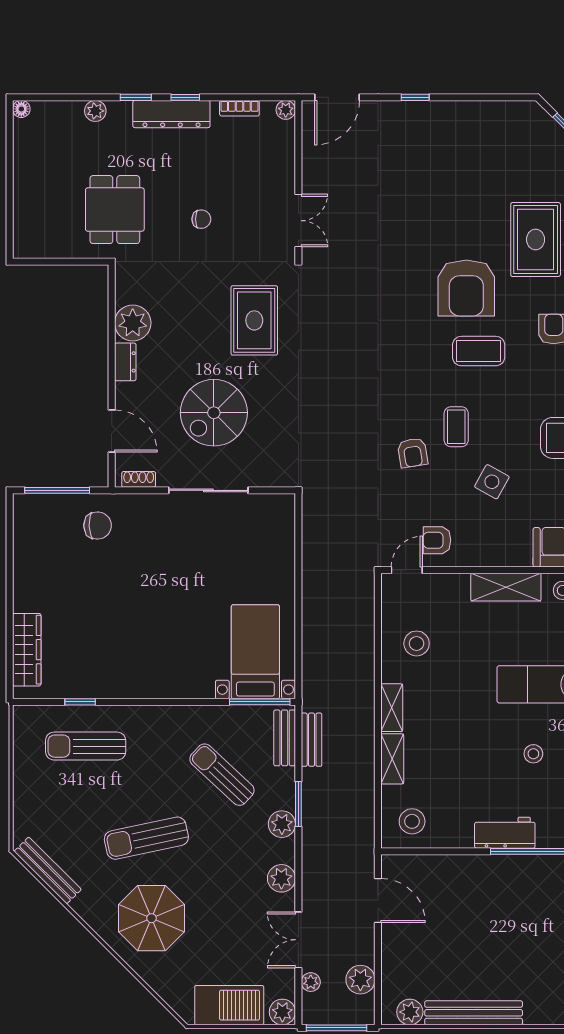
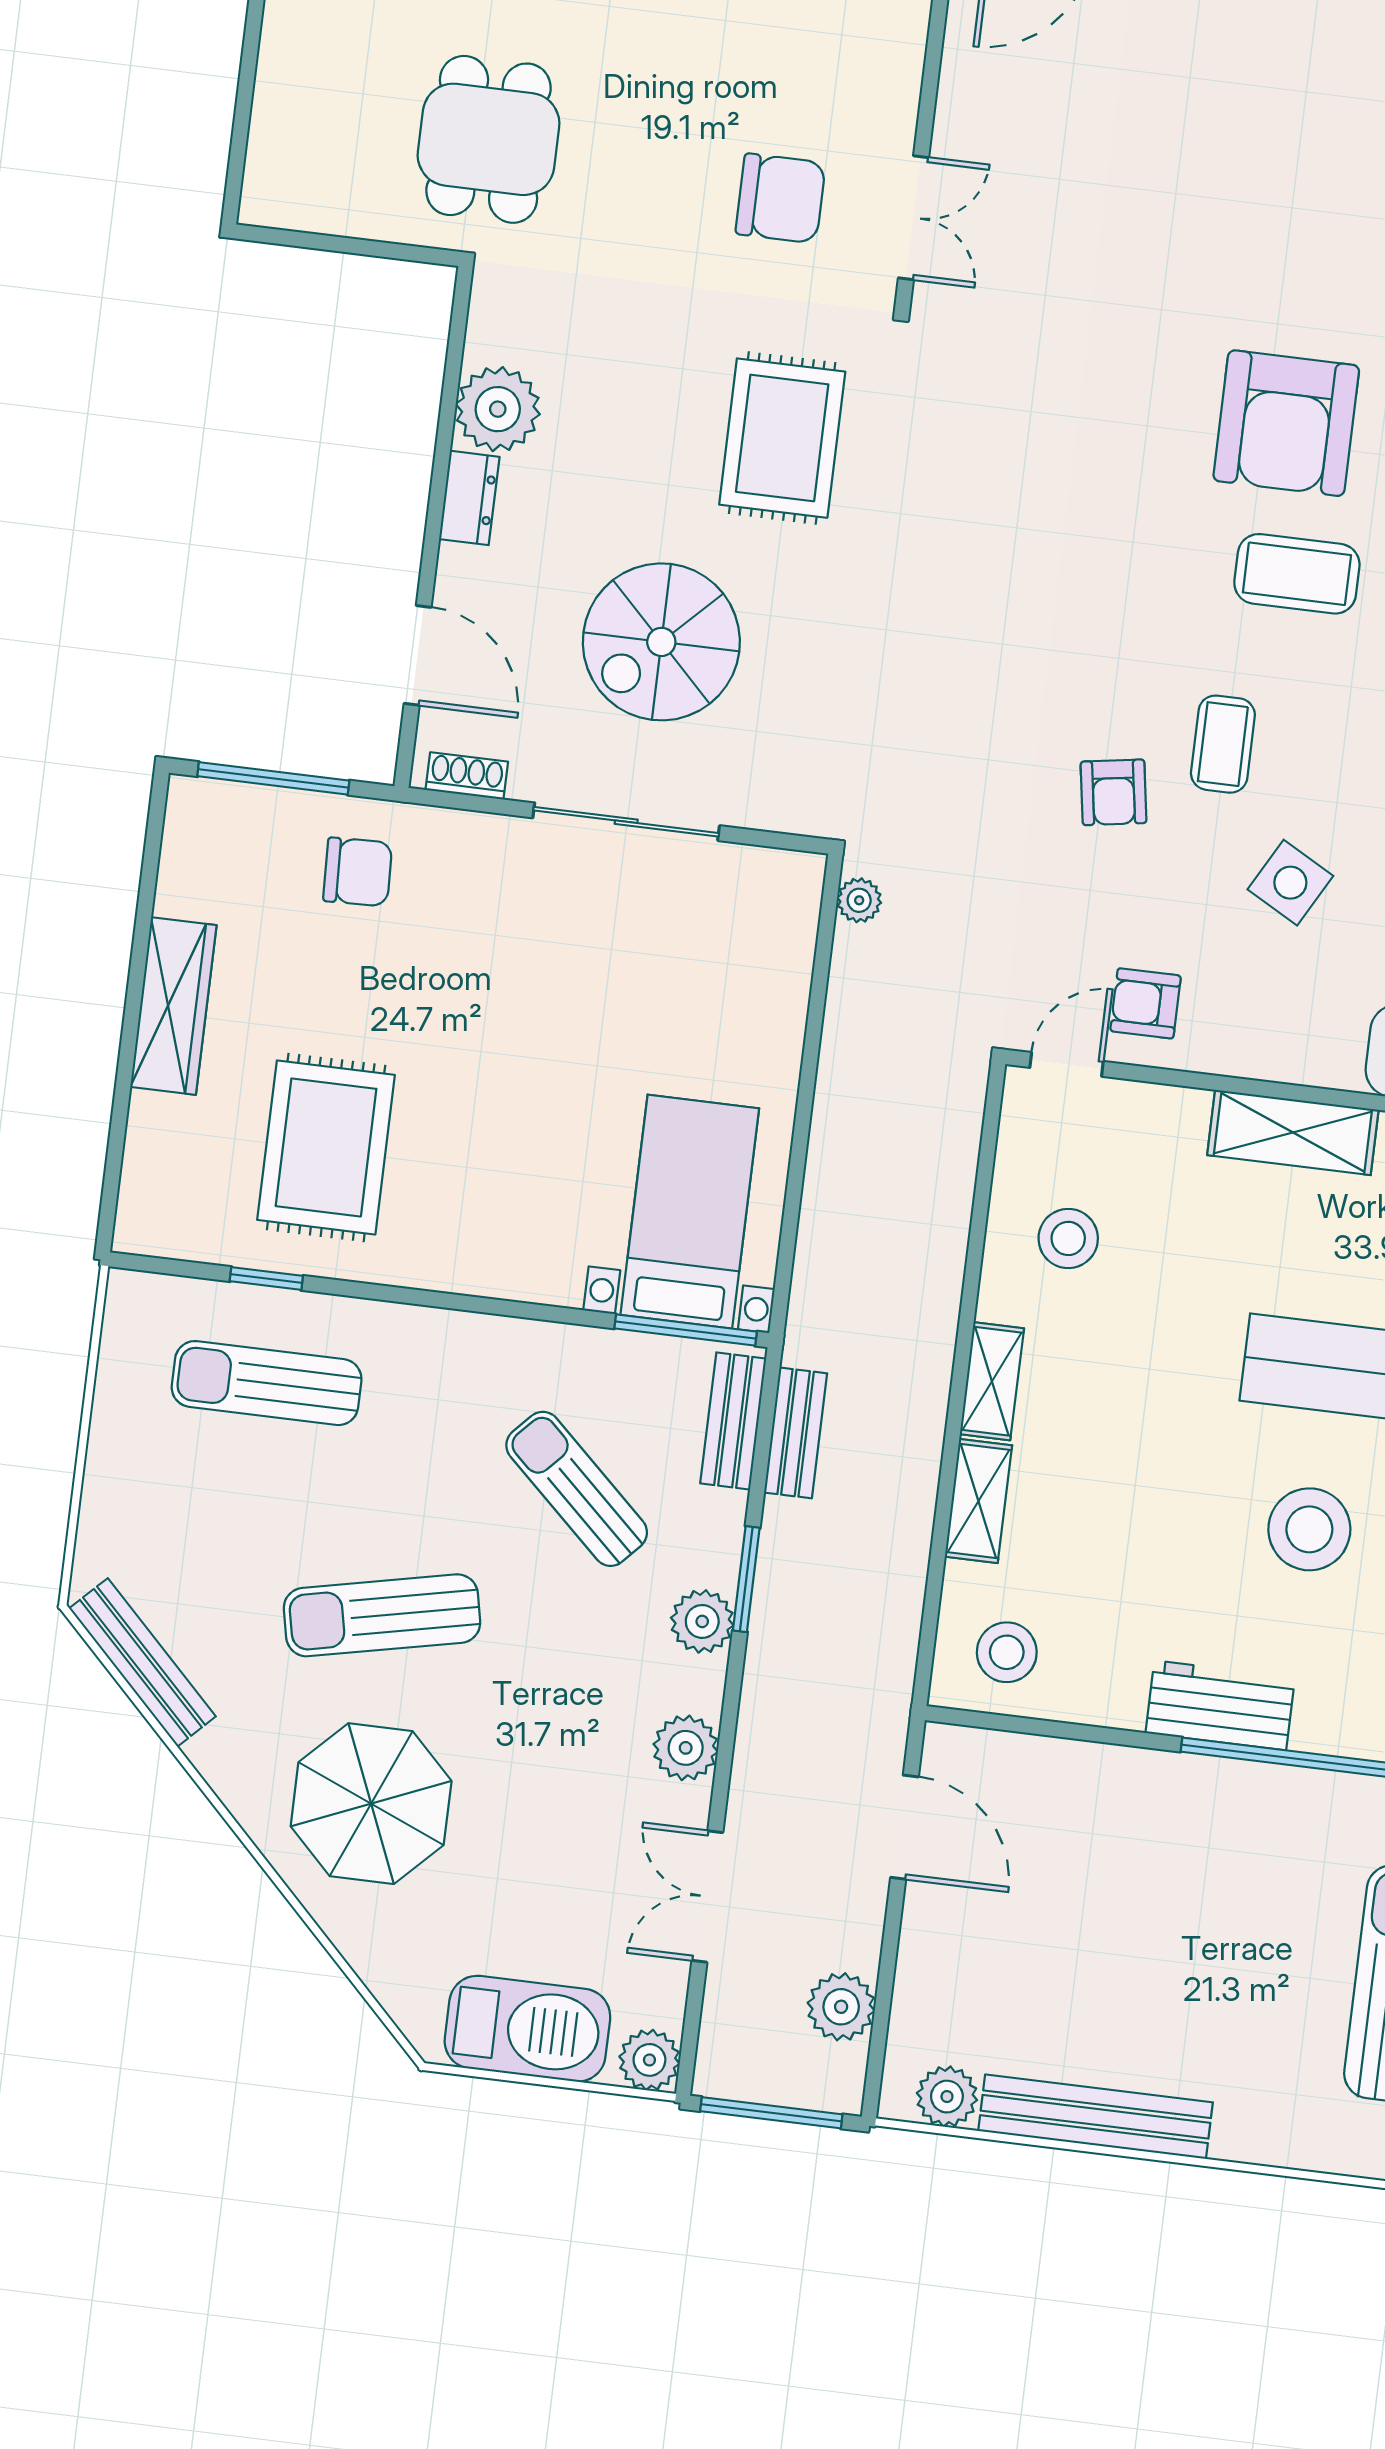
chair: (201, 219) -> (781, 198), moved, width x1.87, depth x1.87
rug: (99, 644) -> (326, 1147), added
wardrobe: (27, 650) -> (173, 1006), moved
stool: (533, 754) -> (1309, 1529), width x1.89, depth x1.89
plant: (311, 982) -> (859, 900), moved

